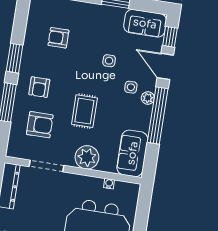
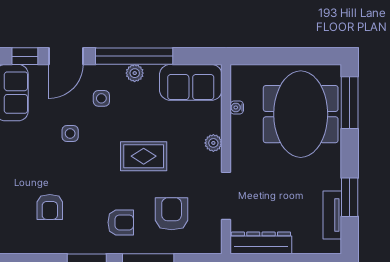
plant: (148, 98) -> (135, 73), moved
plant: (87, 157) -> (213, 143), width x0.53, depth x0.53

